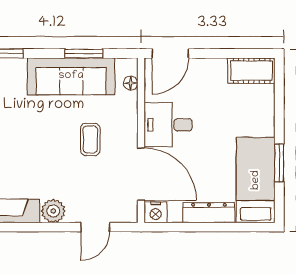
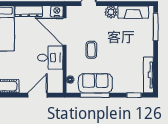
window: (84, 53) -> (95, 95), width x1.44
door: (170, 53) -> (38, 95), moved
sofa: (71, 76) -> (95, 83), width x0.73

